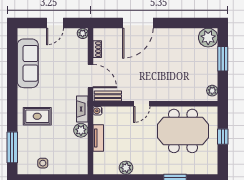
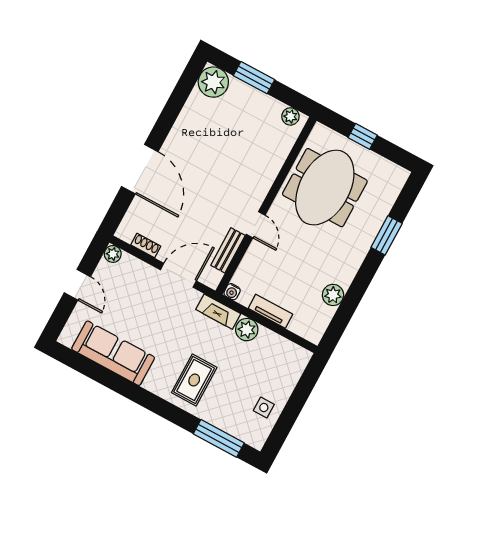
bench: (108, 96) -> (228, 250), moved

